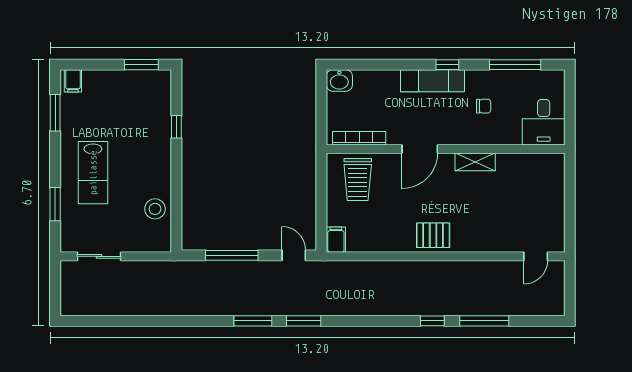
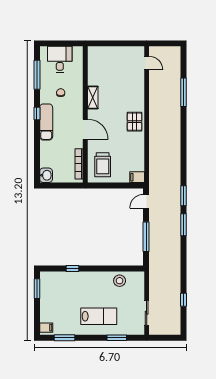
desk: (544, 122) -> (60, 59), moved, turned -90
trolley: (358, 180) -> (103, 165), turned 90
window: (432, 321) -> (184, 300), moved

